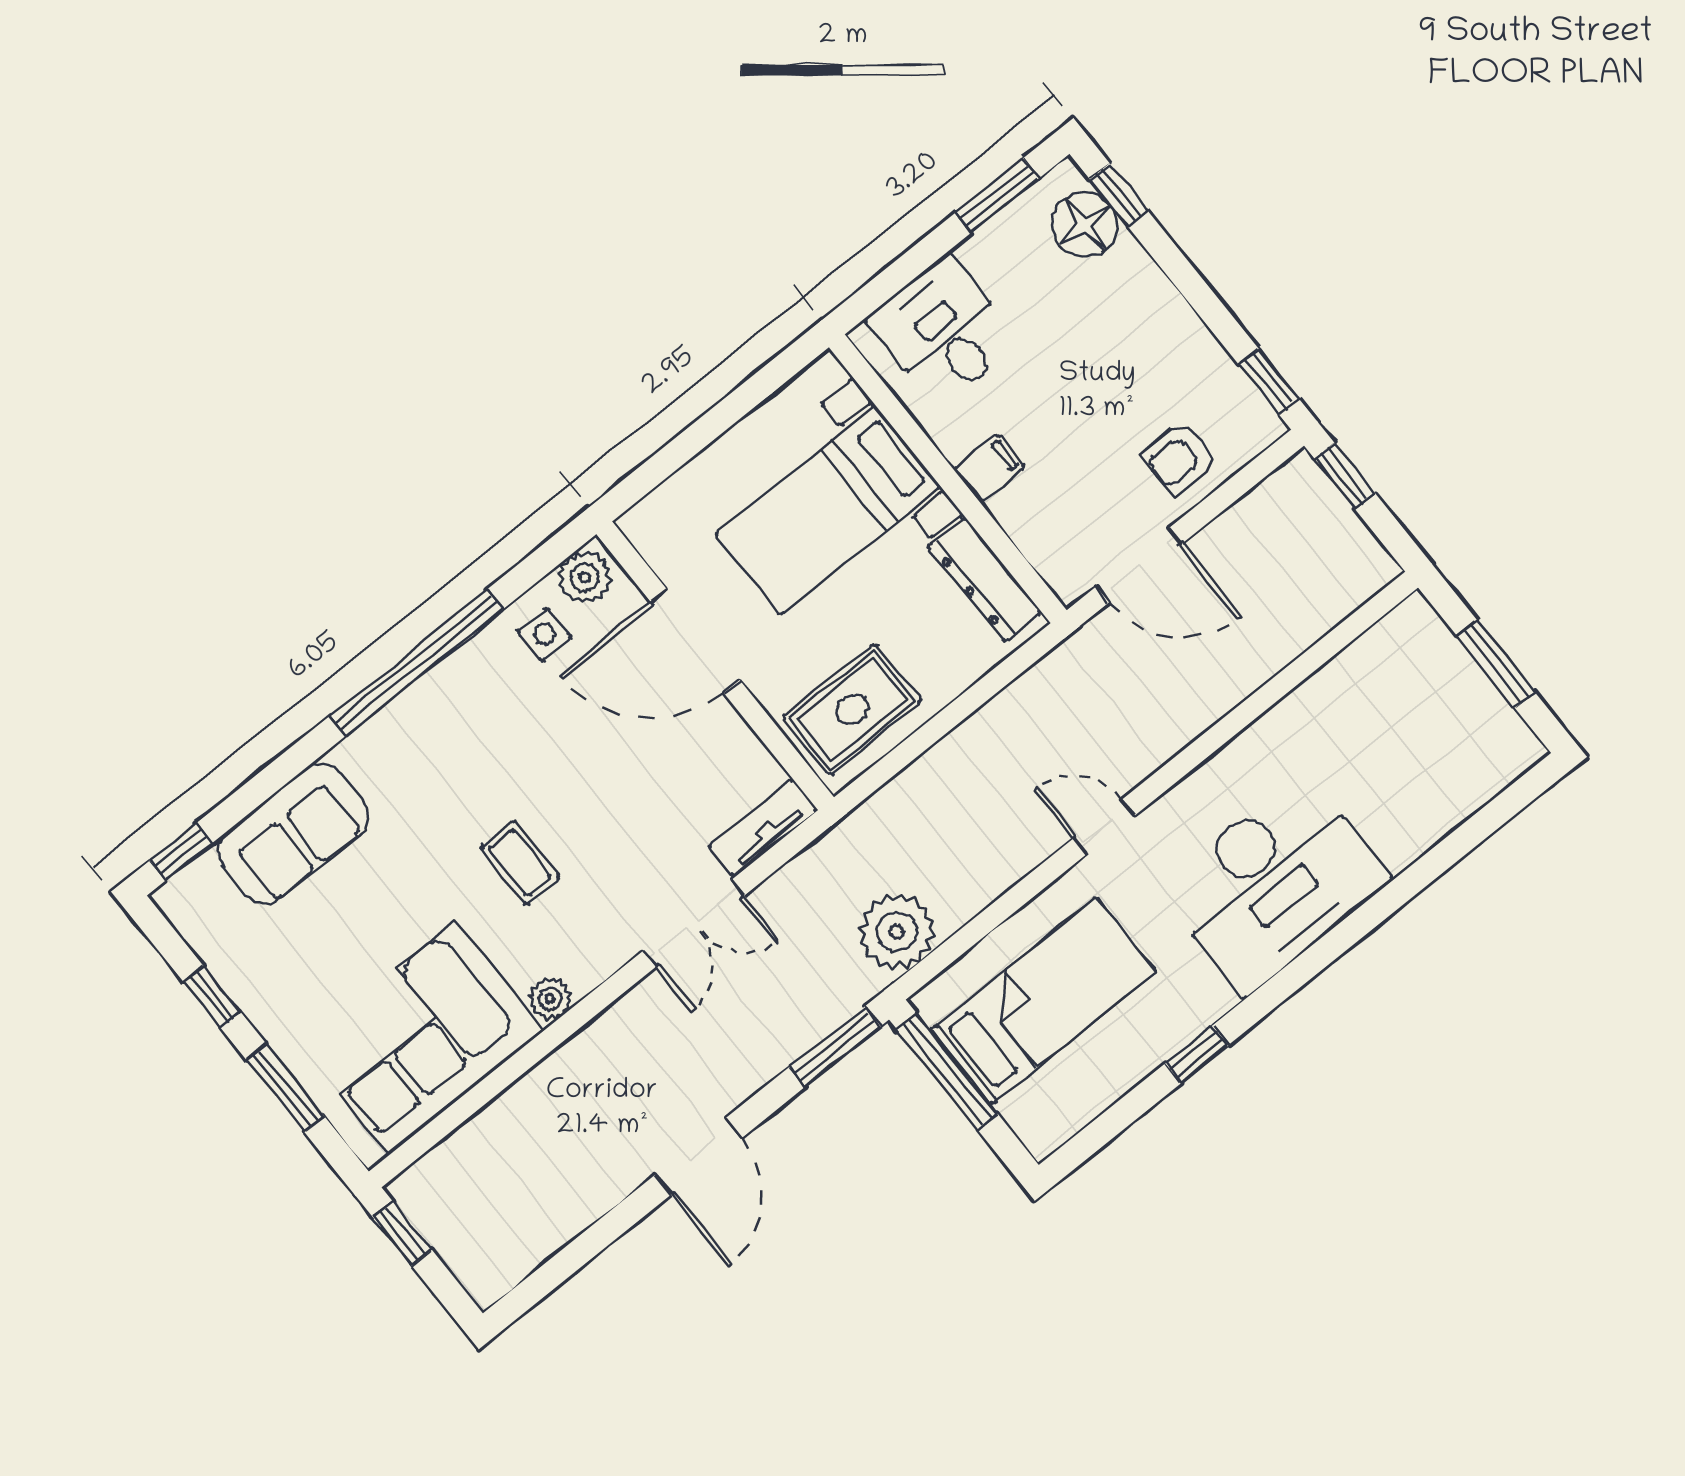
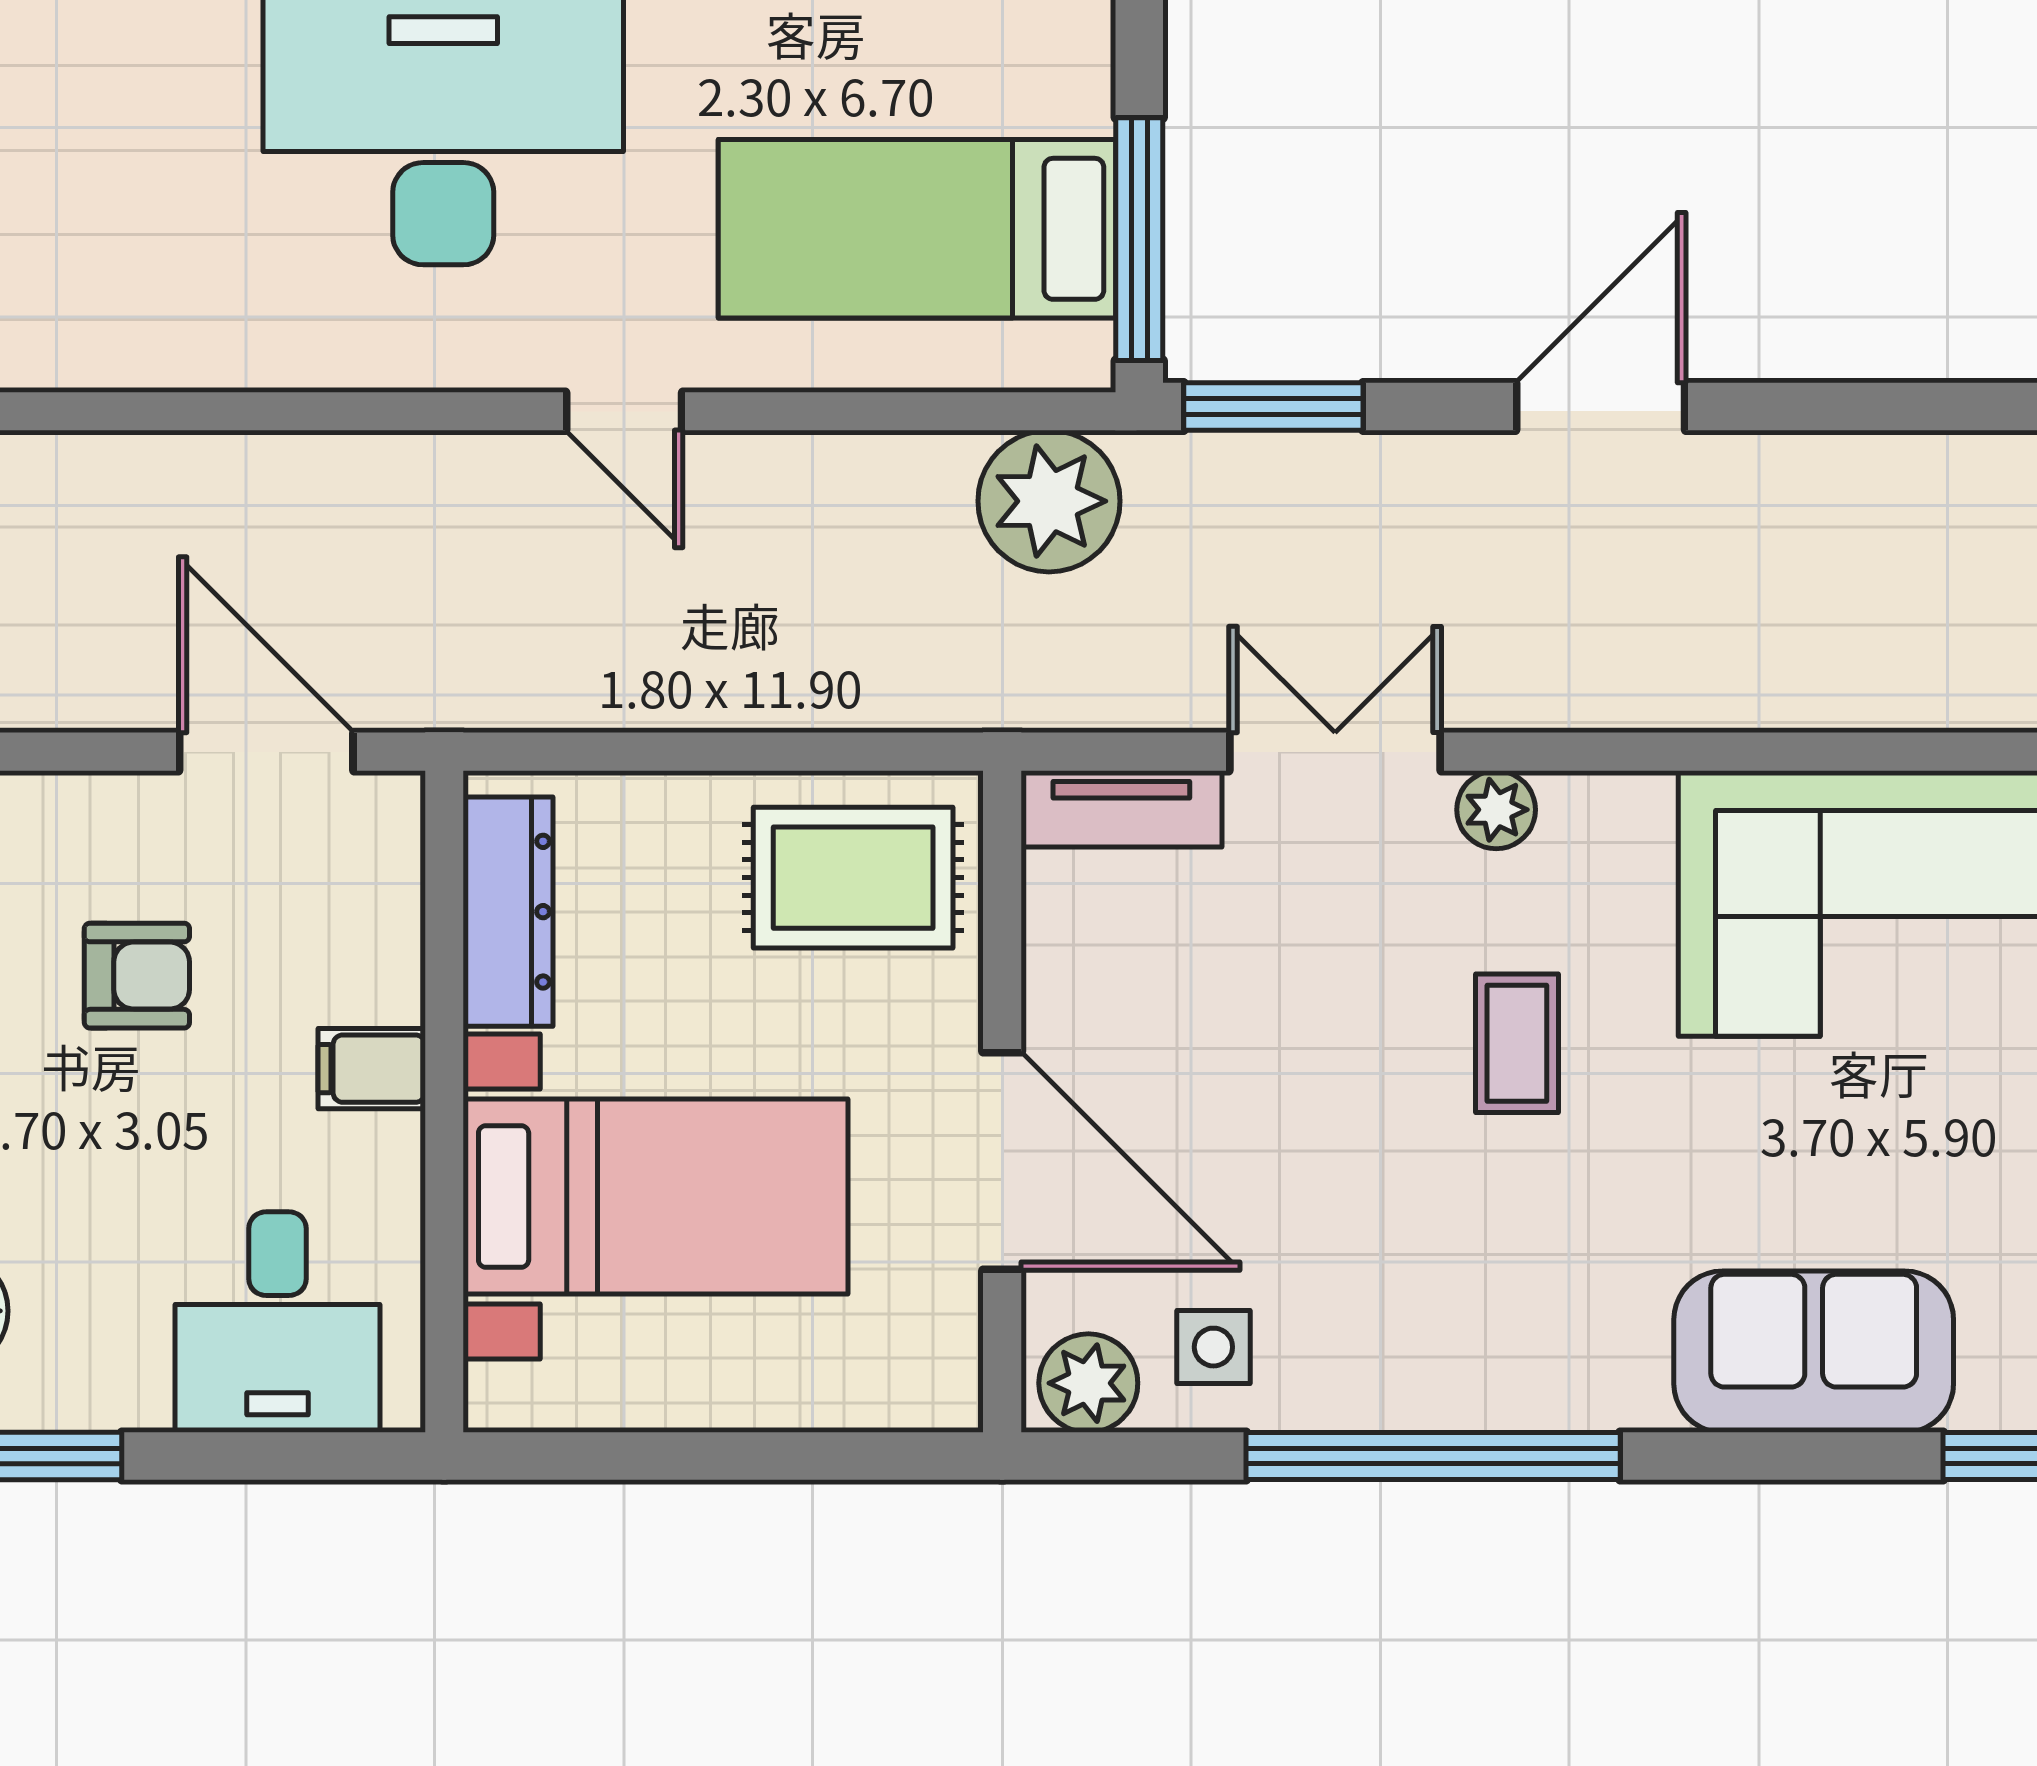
armchair: (1180, 458) -> (137, 976), moved
plant: (550, 999) -> (1496, 810), moved

